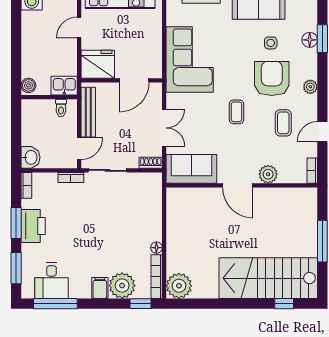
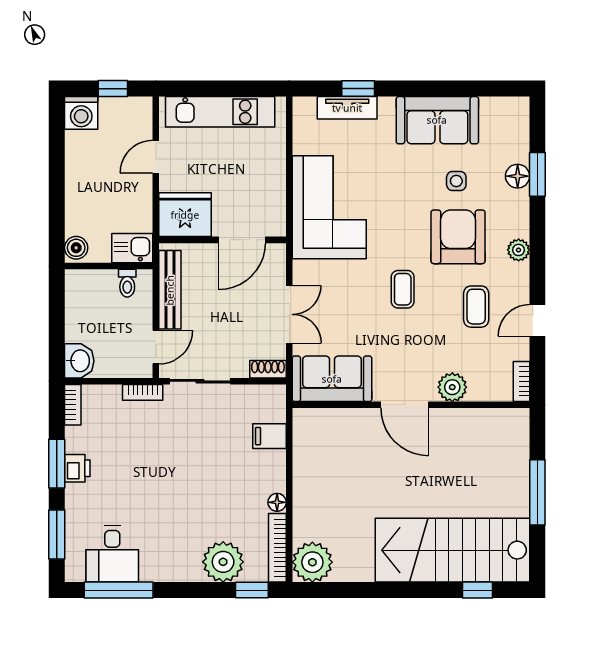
printer: (33, 226) -> (77, 468), width x0.53, depth x0.68
filing cabinet: (100, 288) -> (270, 436), moved, turned -90

